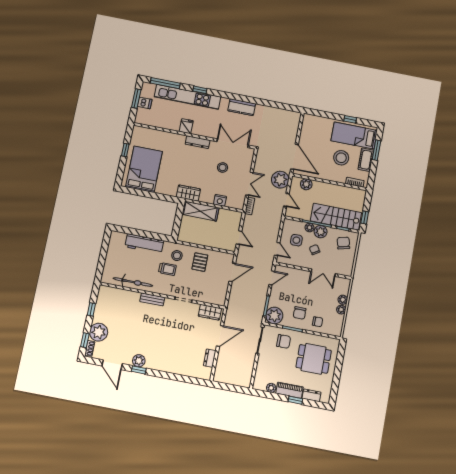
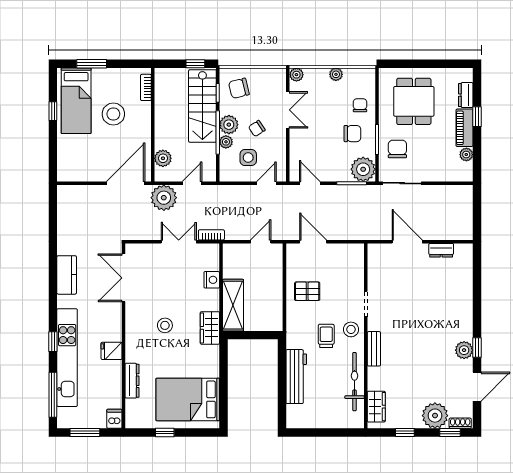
dishwasher: (145, 103) -> (114, 419), moved
dresser: (198, 142) -> (132, 381), moved
cot: (366, 160) -> (109, 77), removed
stool: (223, 167) -> (165, 325), moved
stool: (177, 256) -> (351, 329), moved
plant: (343, 300) -> (296, 75), moved
wardrobe: (210, 312) -> (376, 407), moved

